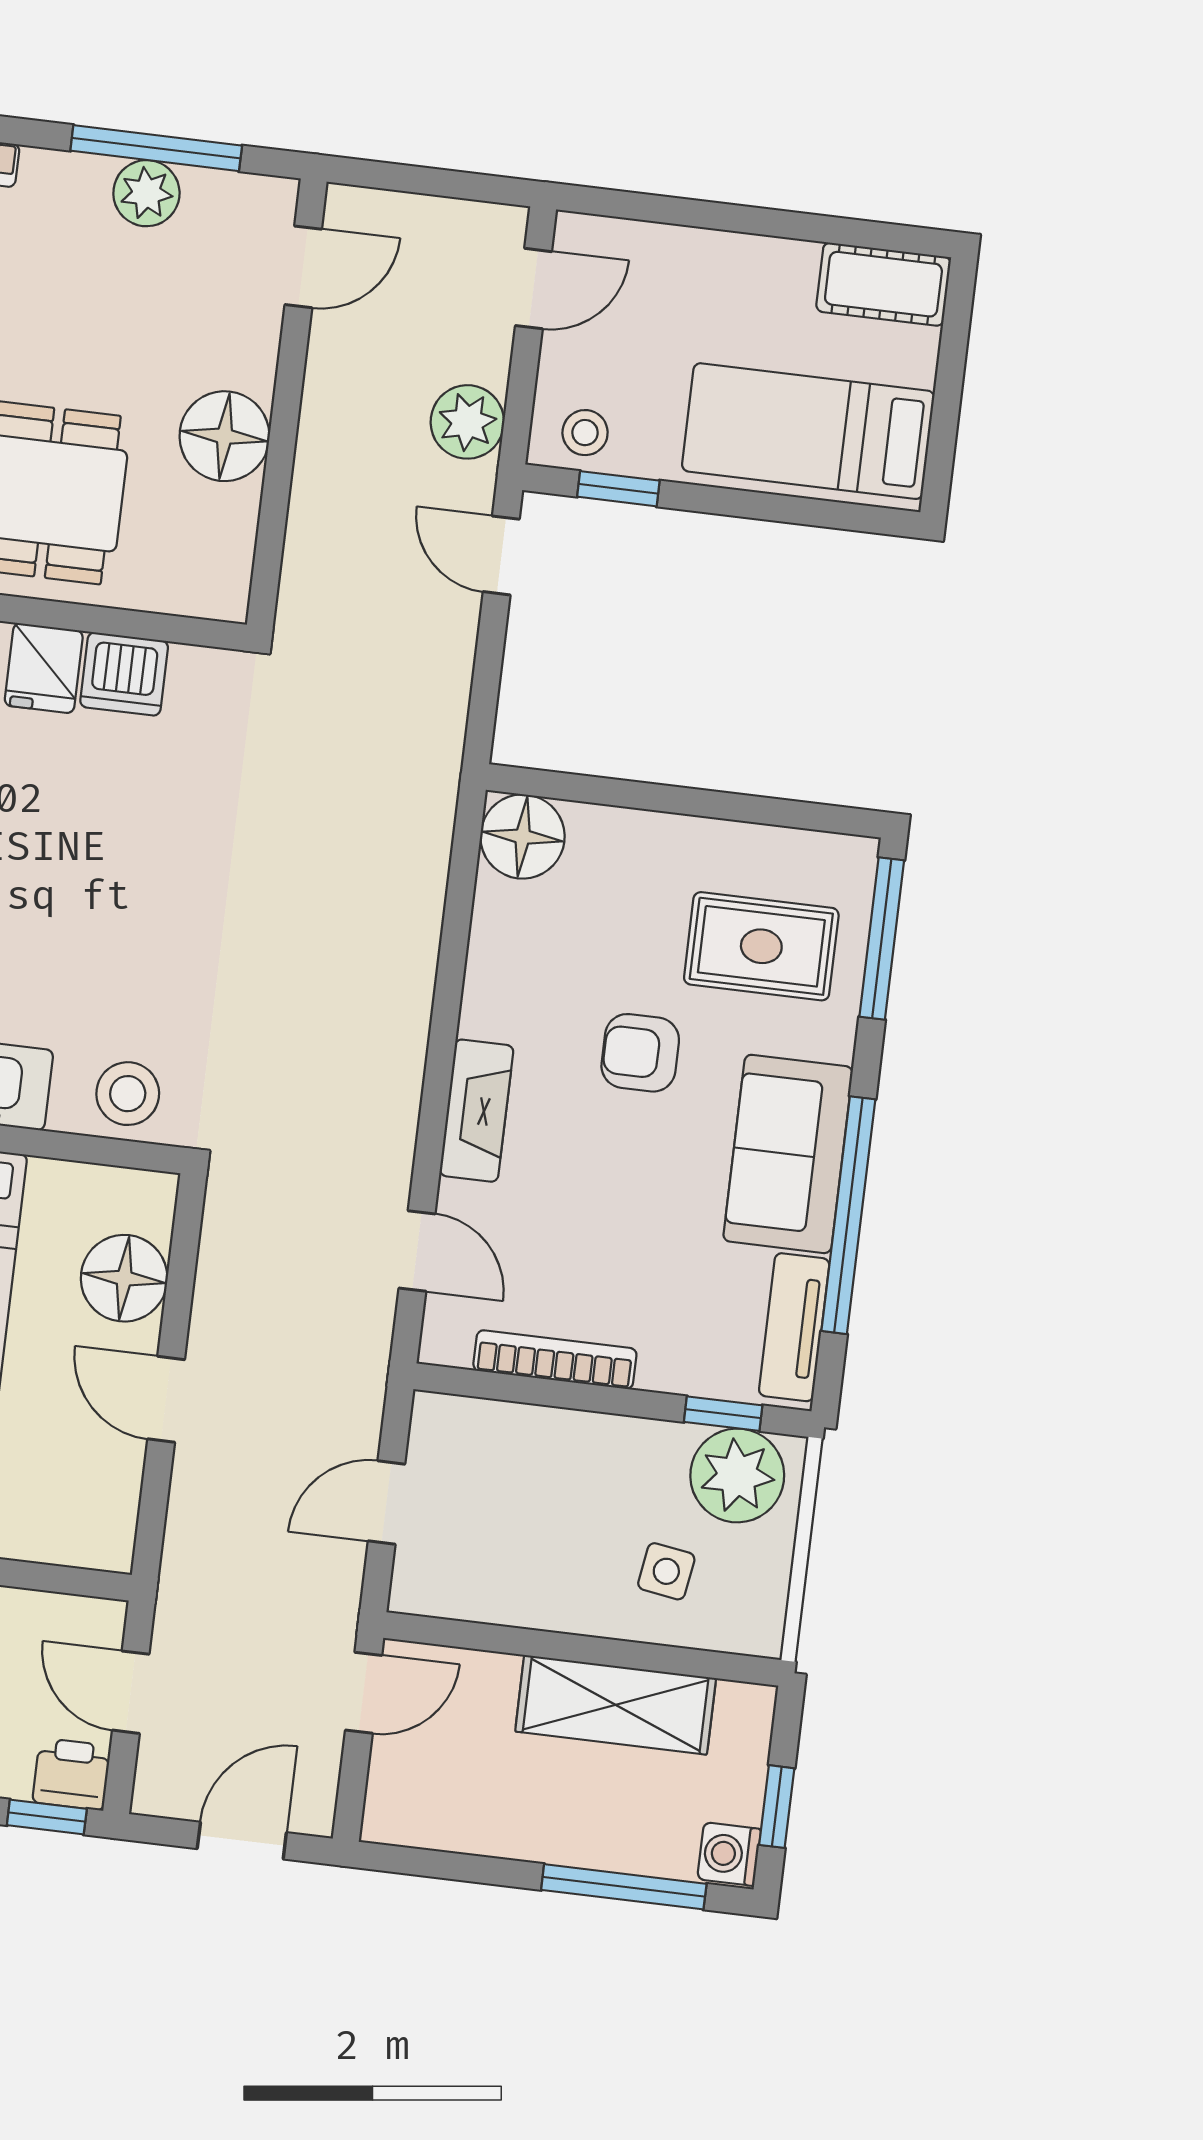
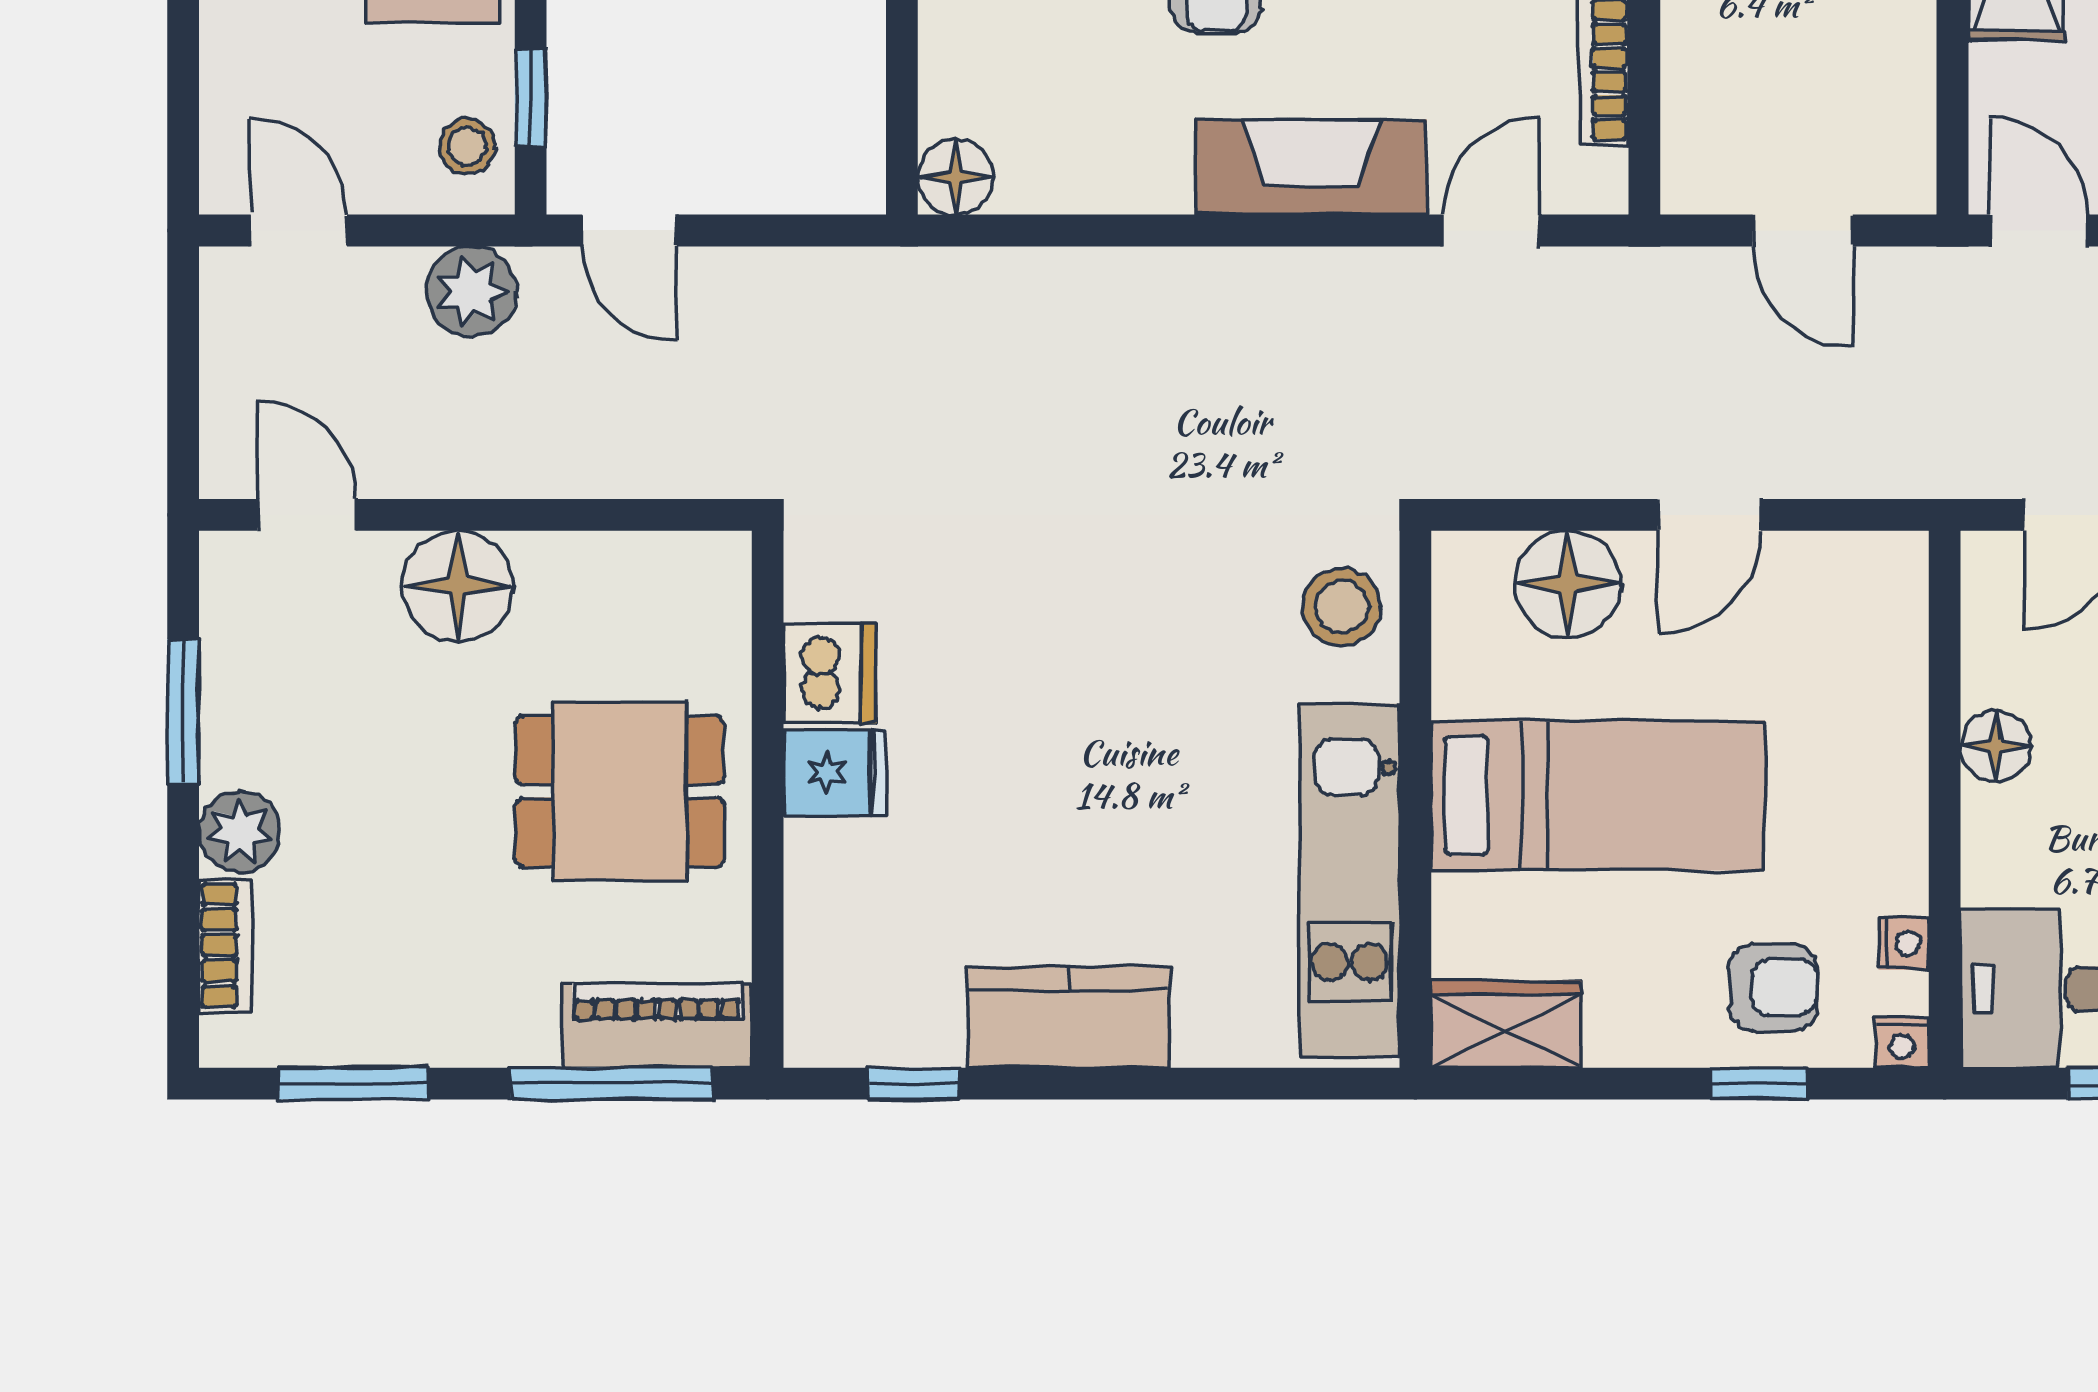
window: (156, 148) -> (183, 712), width x0.69
plant: (146, 193) -> (240, 832), moved
floor lamp: (224, 436) -> (458, 586), moved
door: (501, 555) -> (630, 230), hinge flipped
floor lamp: (523, 837) -> (955, 177), width x0.73, depth x0.73
fireplace: (477, 1111) -> (1311, 167), width x1.37, depth x1.32

